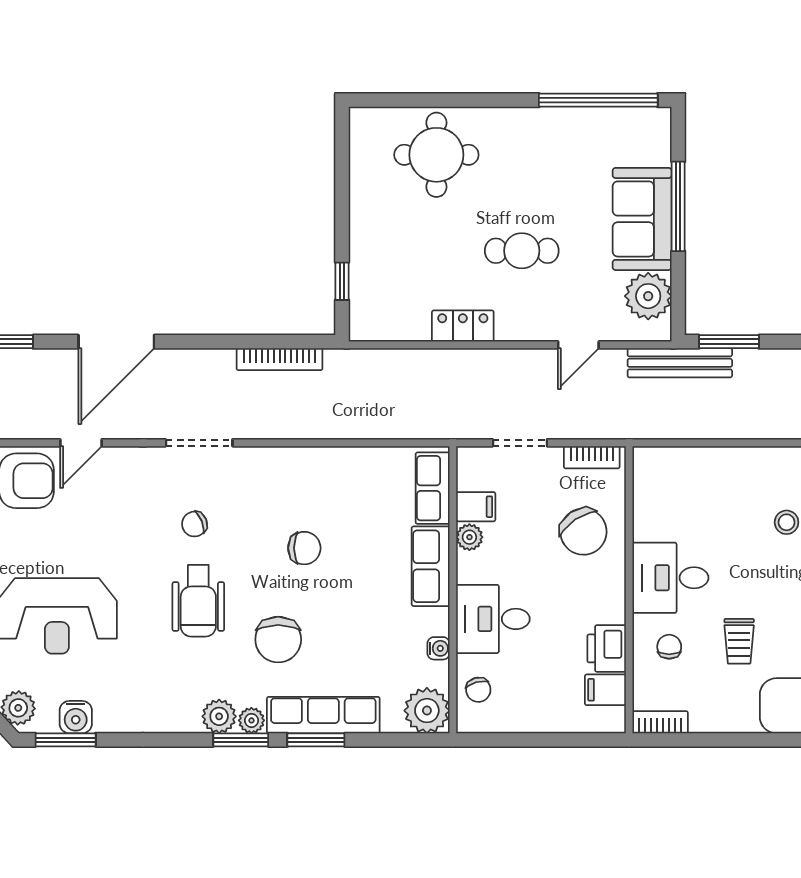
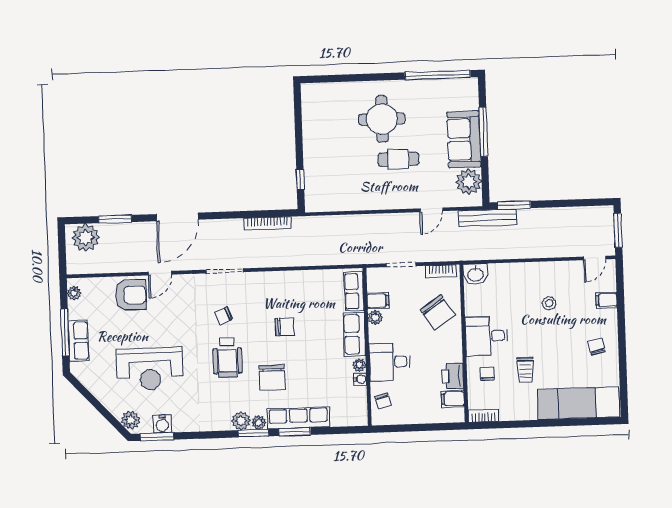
round table: (436, 155) -> (382, 119), moved
locker: (463, 326) -> (367, 202), removed
washbasin: (654, 465) -> (475, 274), added
plant: (427, 711) -> (359, 365), moved, width x0.53, depth x0.53

